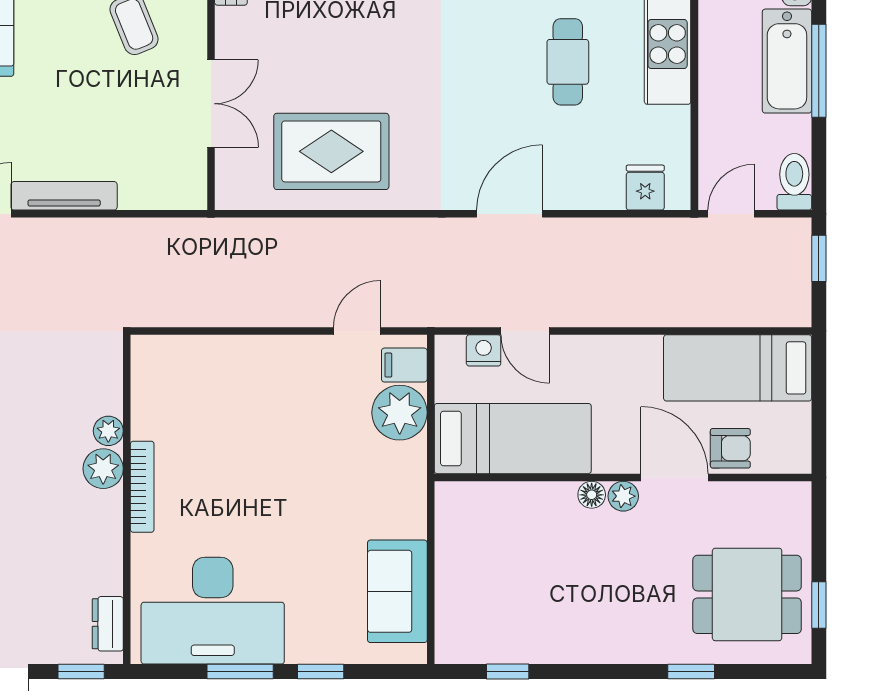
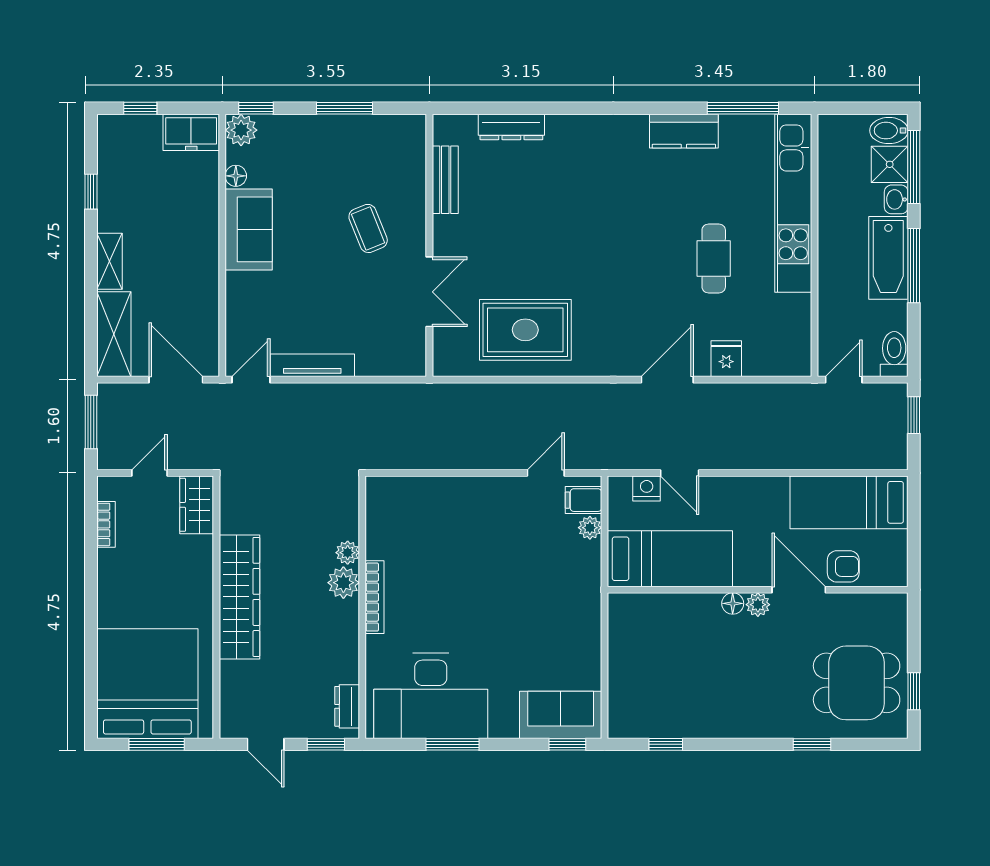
fridge: (645, 188) -> (726, 359), moved
plant: (400, 413) -> (590, 528), width x0.53, depth x0.53
sofa: (397, 591) -> (561, 715), moved, turned 90
window: (321, 672) -> (567, 744), moved

